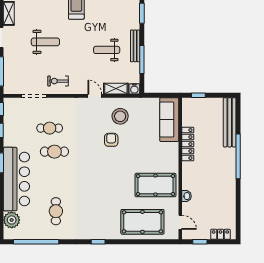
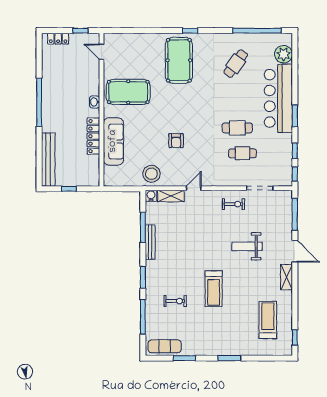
weight bench: (107, 50) -> (181, 238), removed
window: (198, 95) -> (69, 189), moved
door: (95, 96) -> (194, 188), swing flipped
stool: (120, 116) -> (151, 174), moved
sofa: (169, 120) -> (113, 141), moved
window: (238, 156) -> (39, 102), moved
washbasin: (187, 196) -> (95, 102), moved
cafe table: (56, 211) -> (236, 64), turned 36
pool table: (142, 222) -> (179, 60), moved, turned 90

